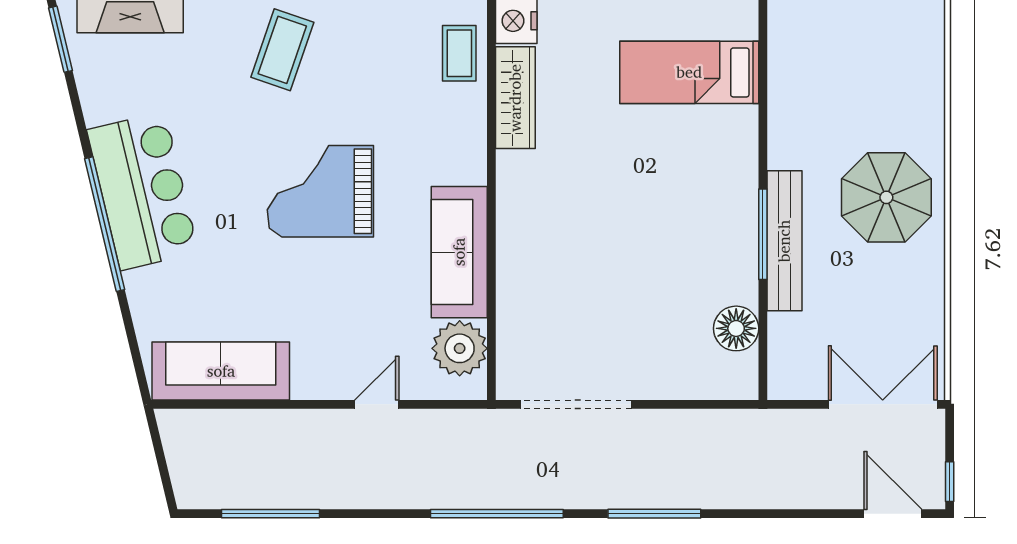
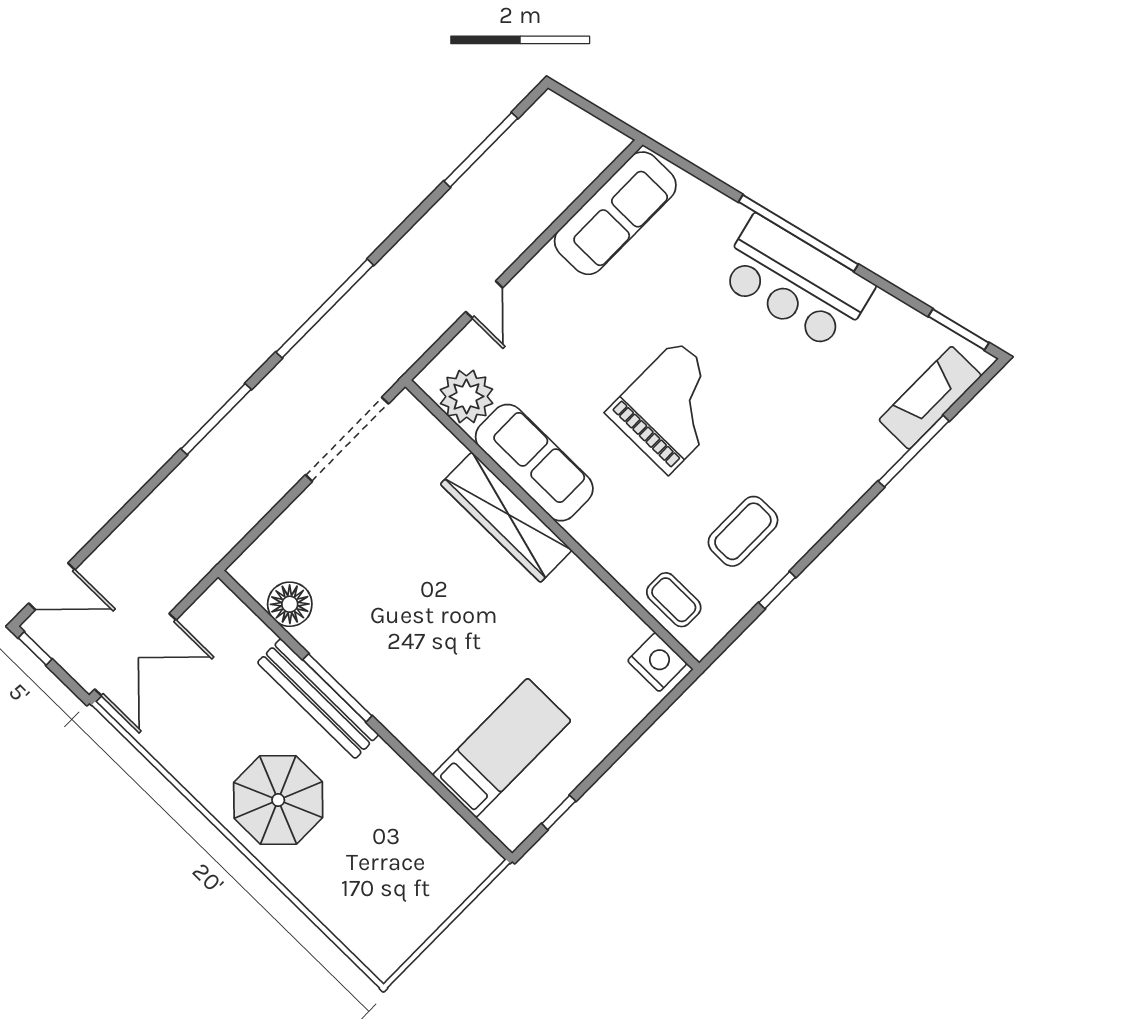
coffee table: (282, 50) -> (743, 531), moved, turned 71
wardrobe: (515, 98) -> (506, 517), moved, width x1.40, depth x1.17

